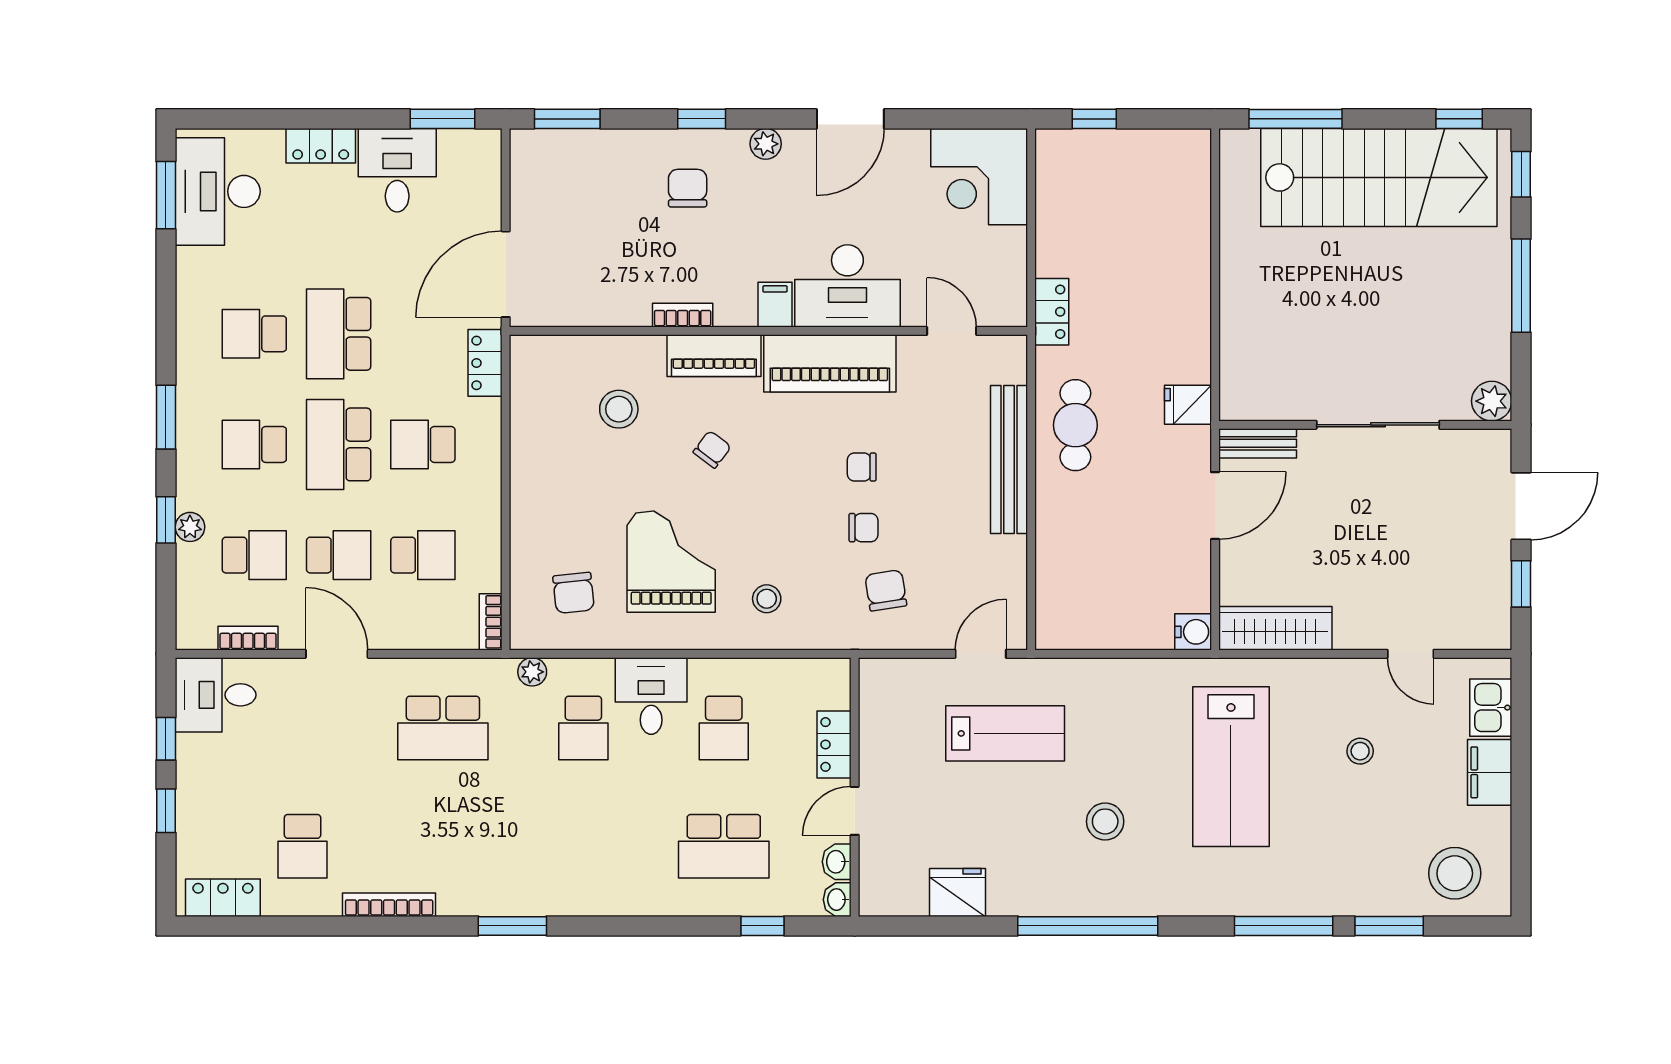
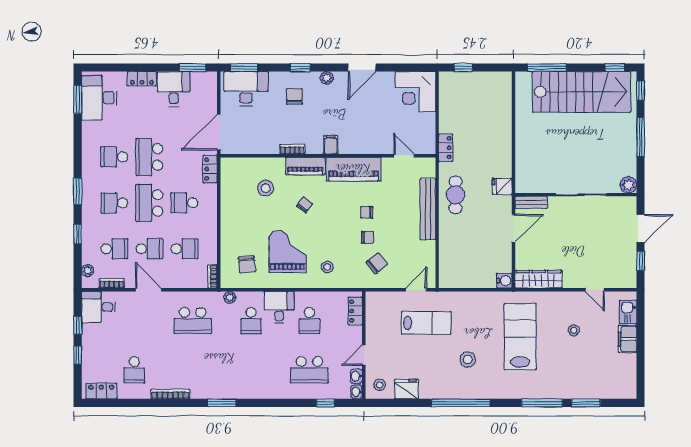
desk: (847, 286) -> (246, 89), moved, turned 180
plant: (190, 527) -> (88, 271), moved
chair: (886, 590) -> (377, 263), turned 61
locker: (834, 744) -> (355, 311), moved
lab bench: (1231, 767) -> (520, 337), turned 180
stool: (1455, 873) -> (380, 385), moved, width x0.53, depth x0.53

